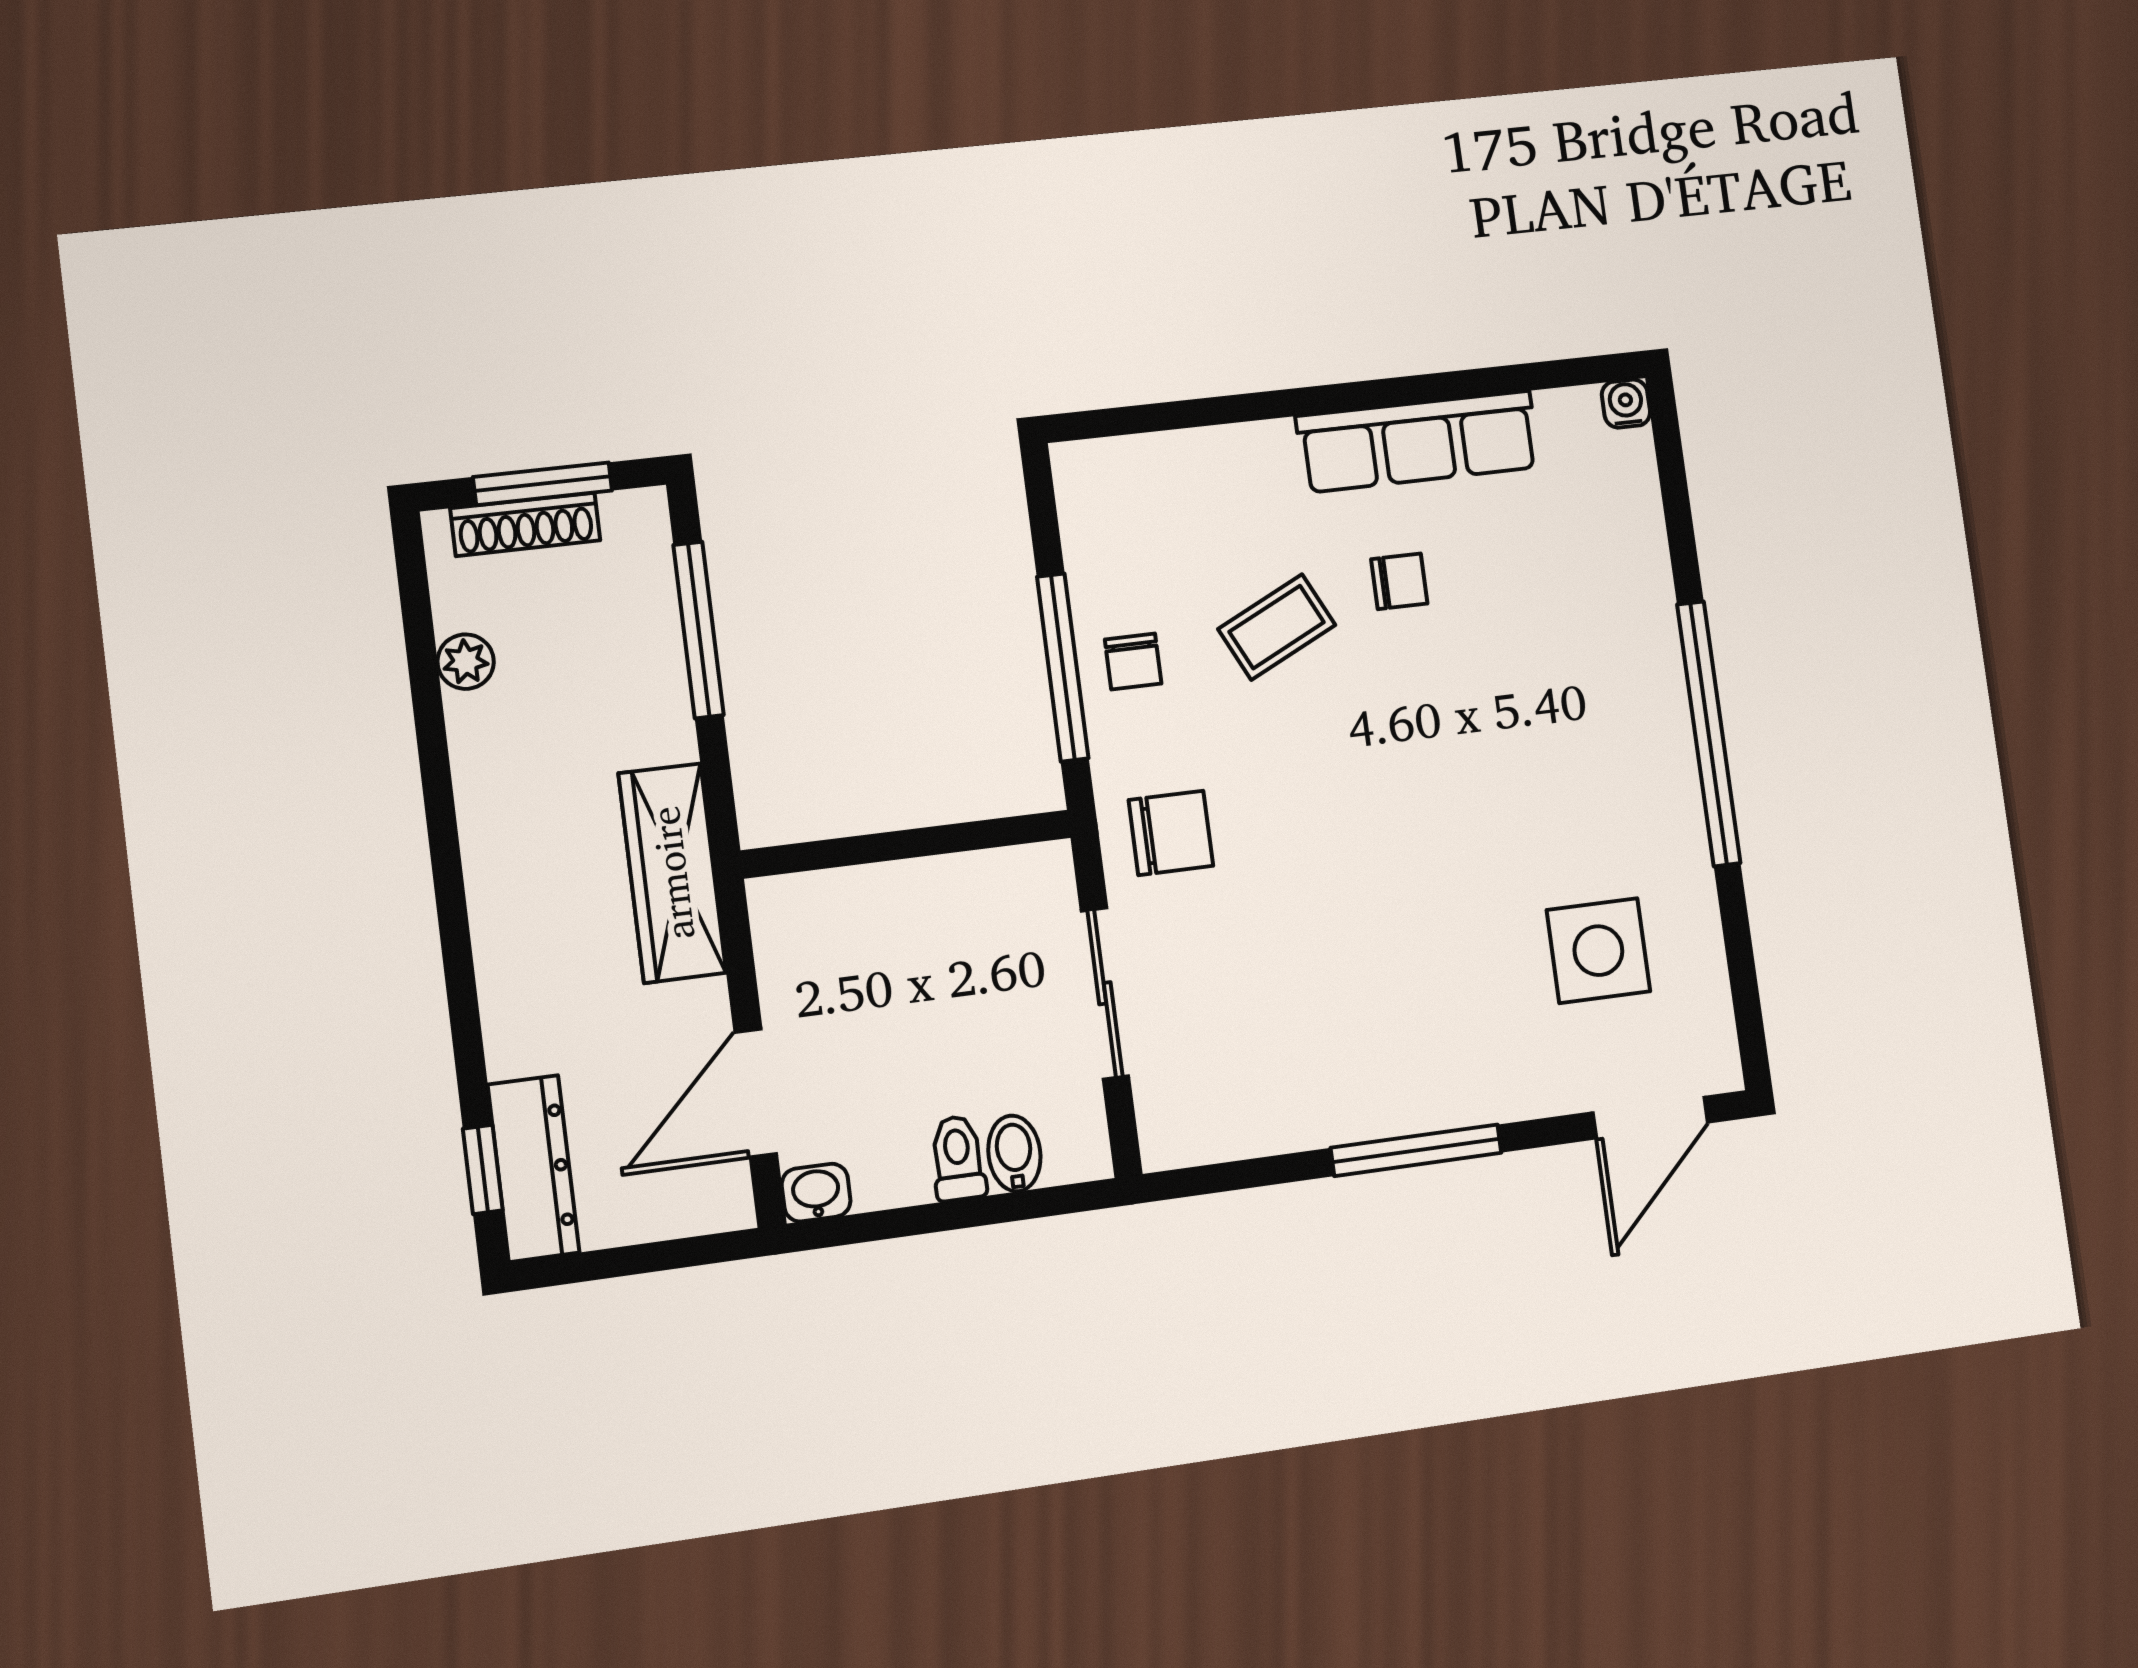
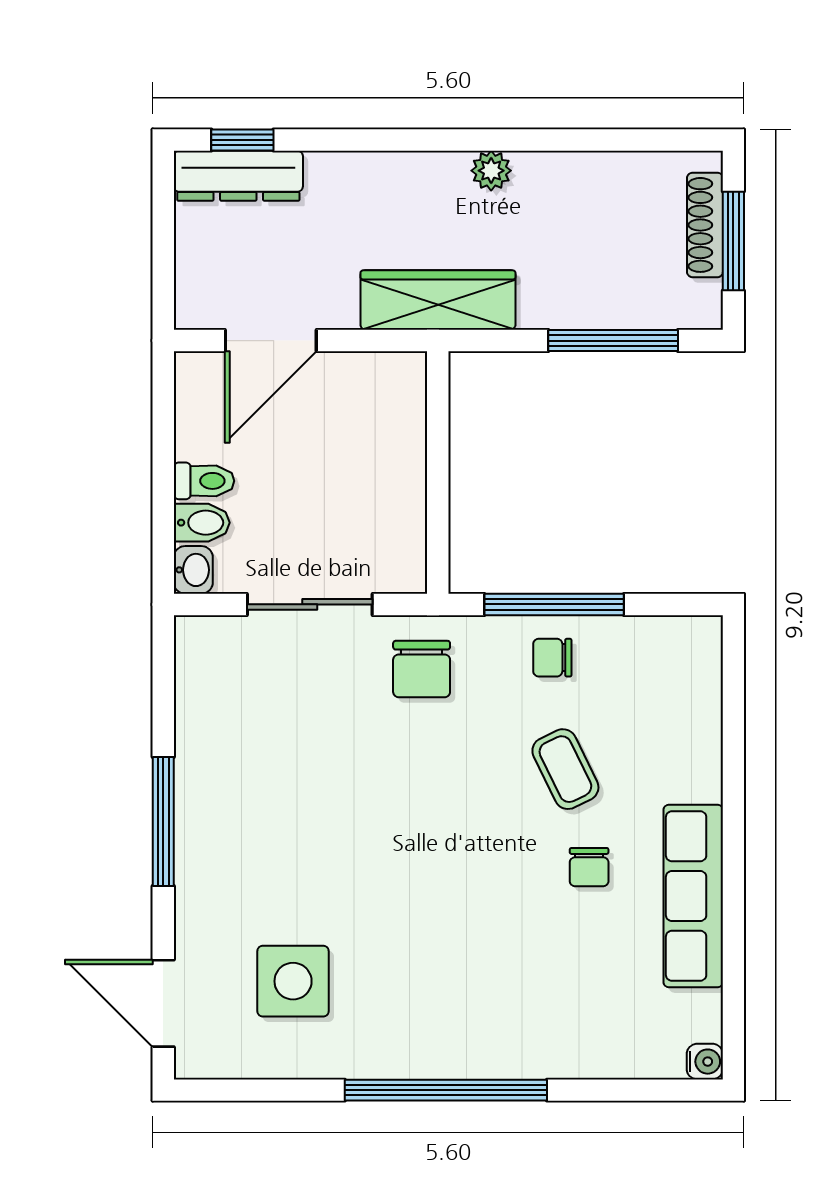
plant: (466, 662) -> (491, 171), moved
door: (756, 1093) -> (271, 341), swing flipped
washbasin: (816, 1193) -> (193, 570), moved

